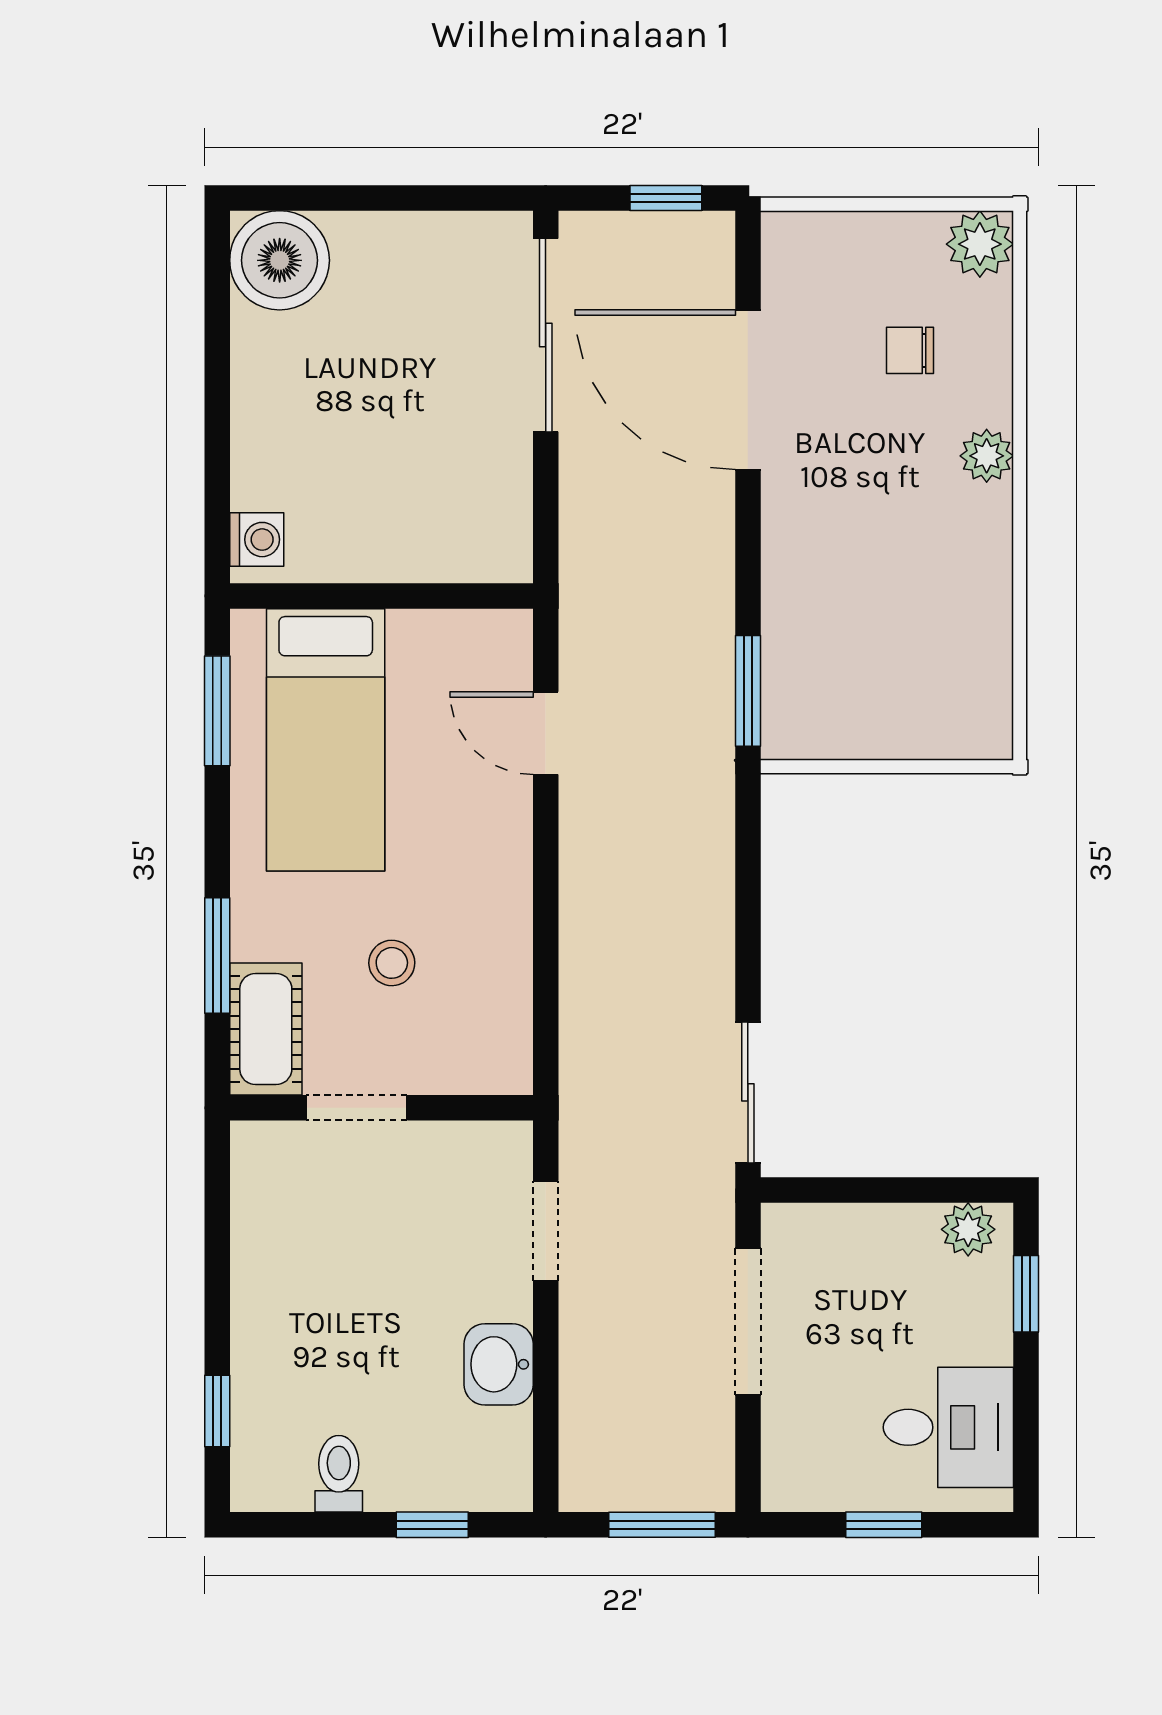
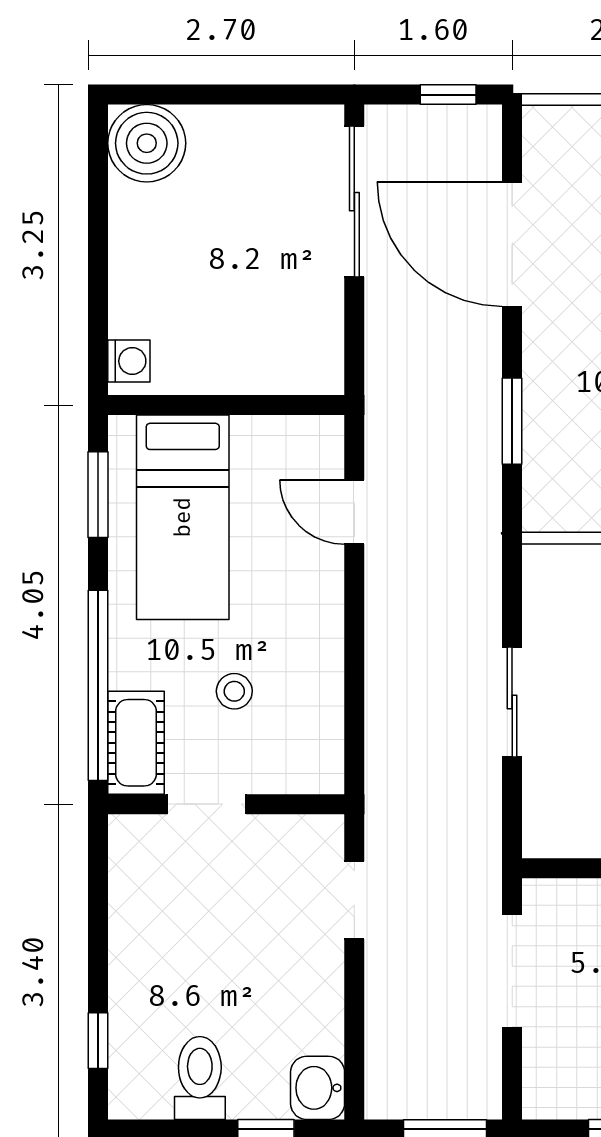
window: (748, 691) -> (512, 421), moved
window: (217, 955) -> (98, 685), width x2.11
sliding door: (748, 1092) -> (512, 702), moved
washbasin: (499, 1364) -> (318, 1088), moved
toilet: (339, 1474) -> (200, 1078), width x1.37, depth x1.39

